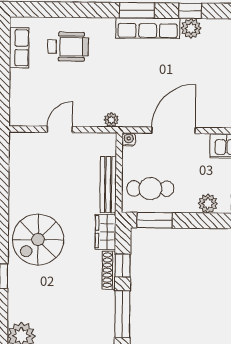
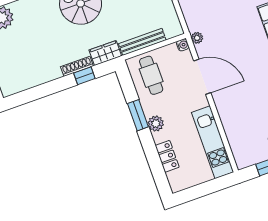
plant: (111, 120) -> (197, 38), moved
window: (155, 220) -> (138, 115), moved
window: (122, 314) -> (47, 89), removed

